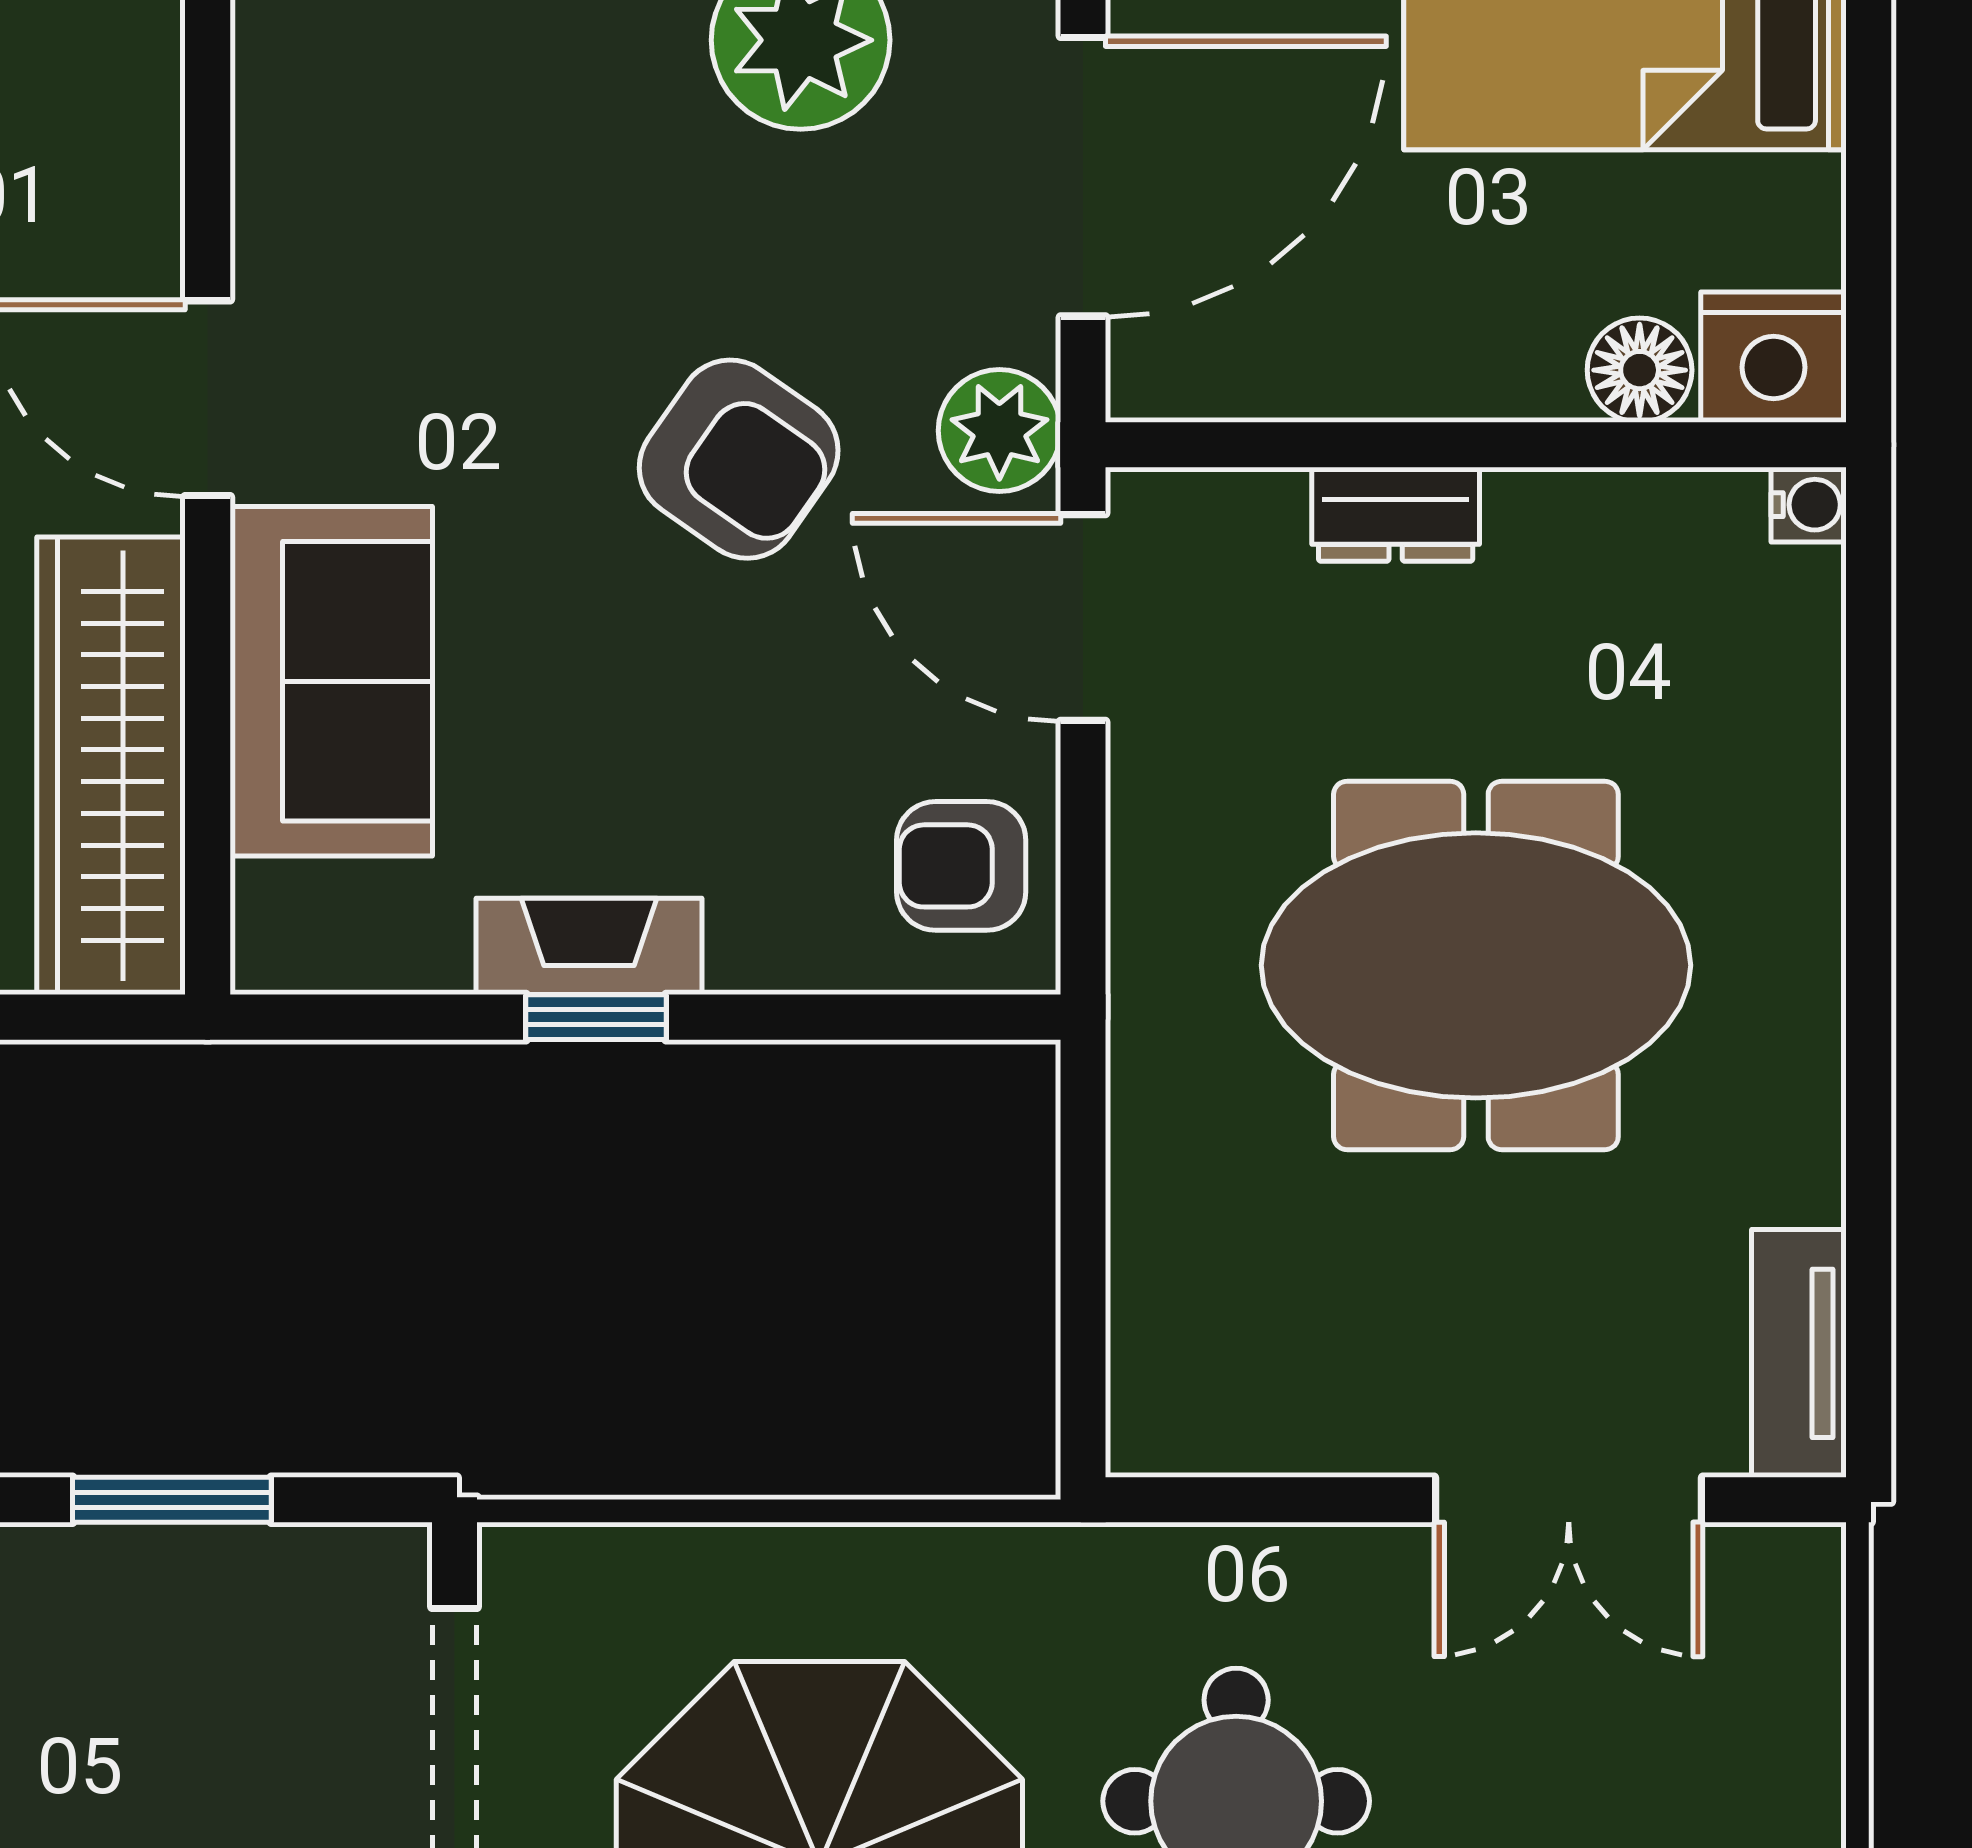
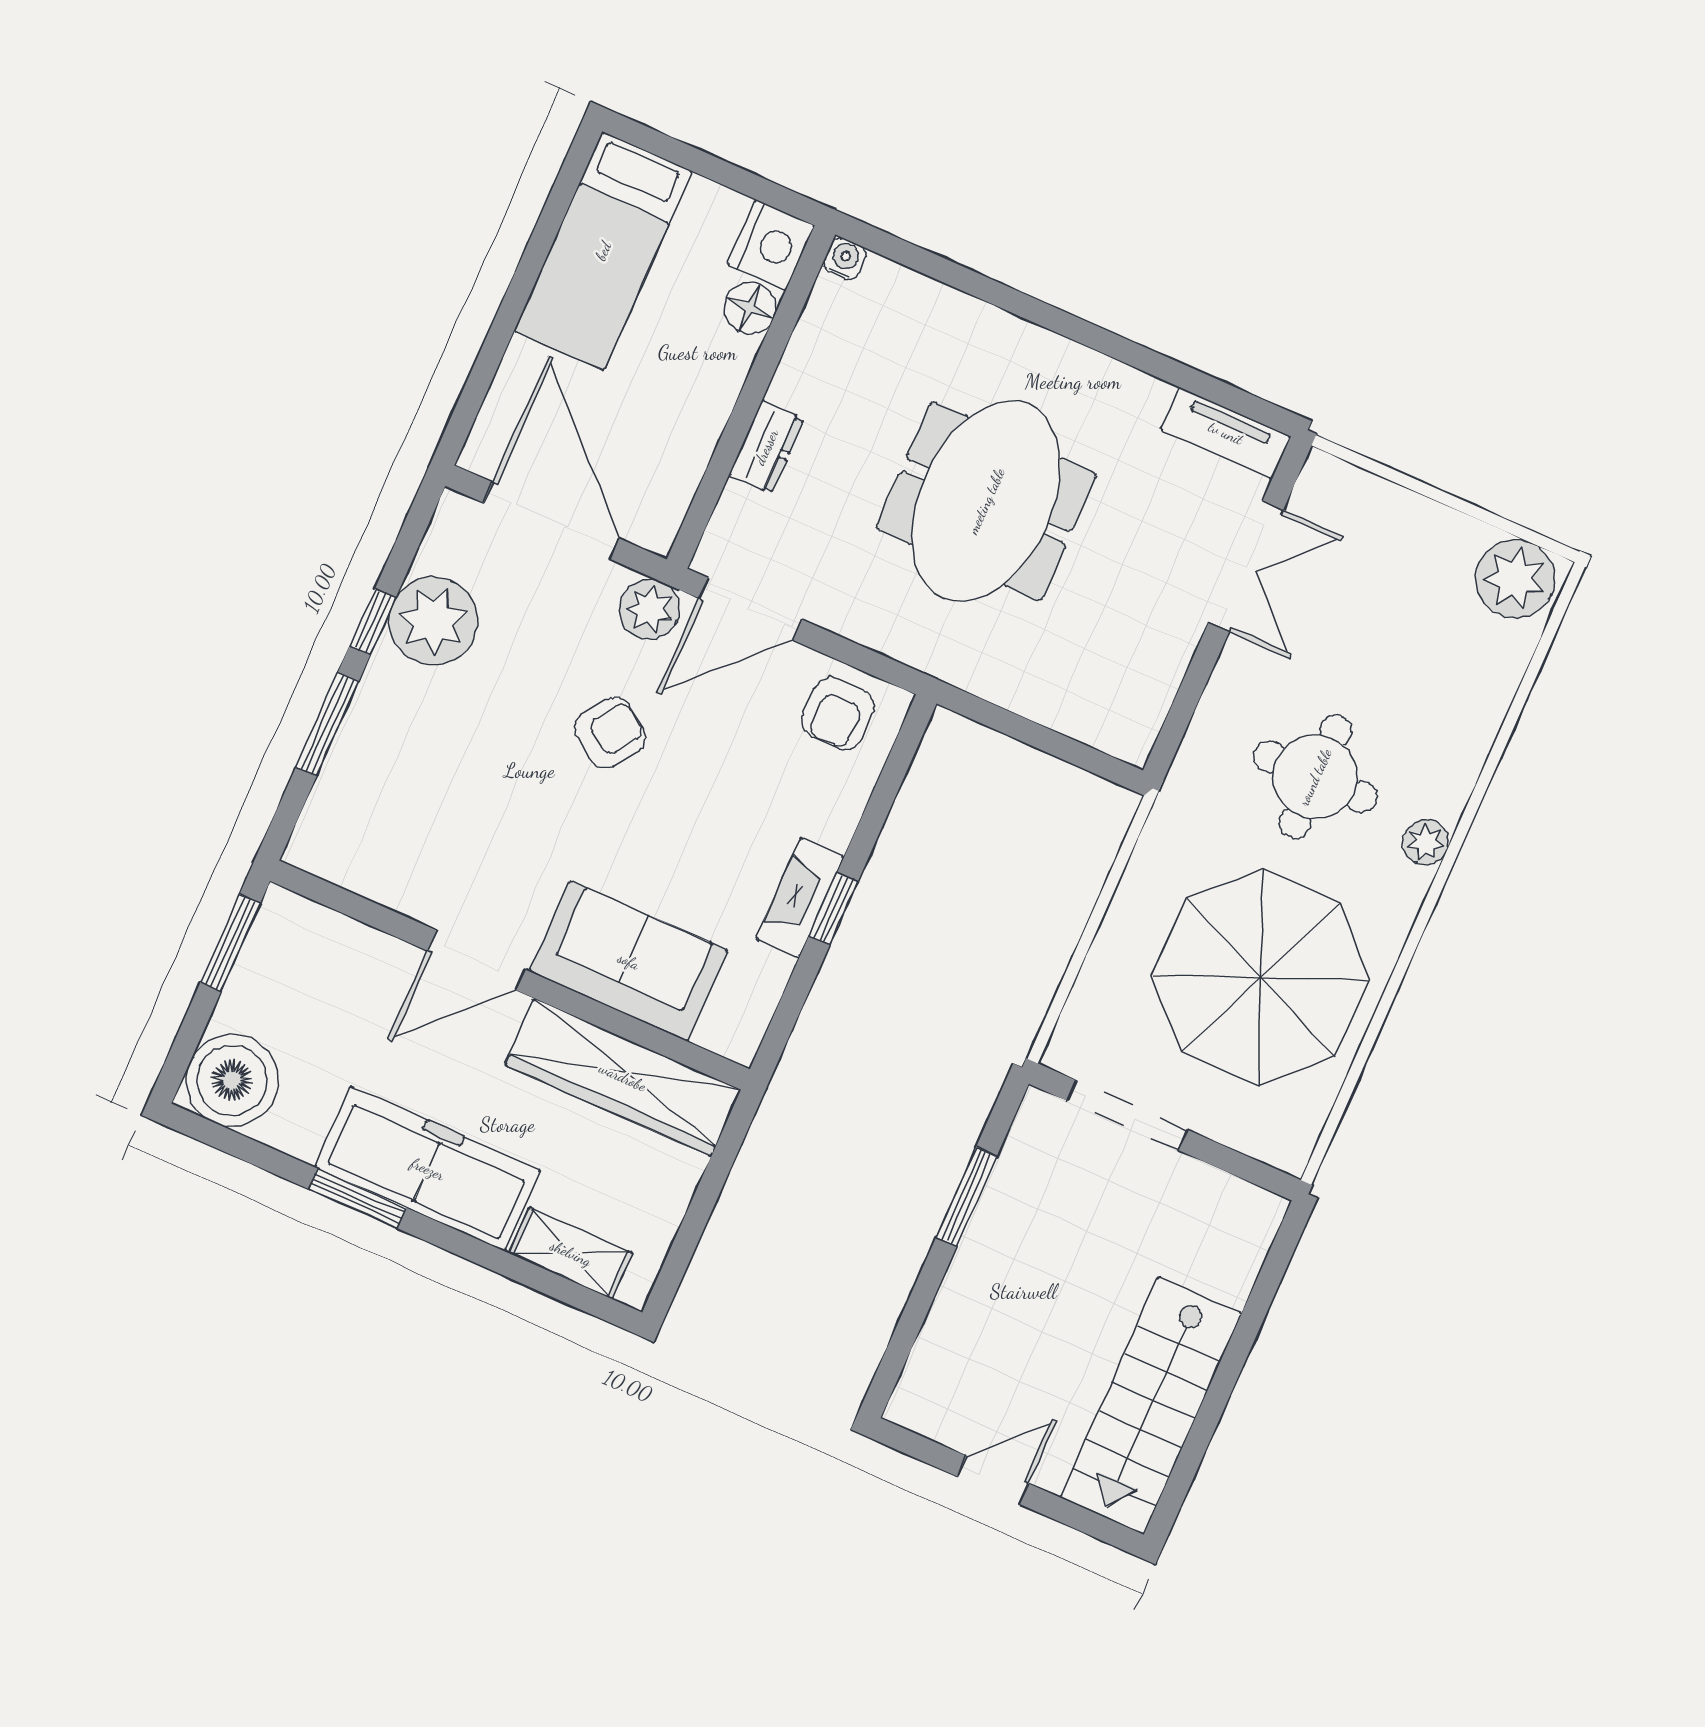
armchair: (739, 459) -> (610, 733), width x0.72, depth x0.72

